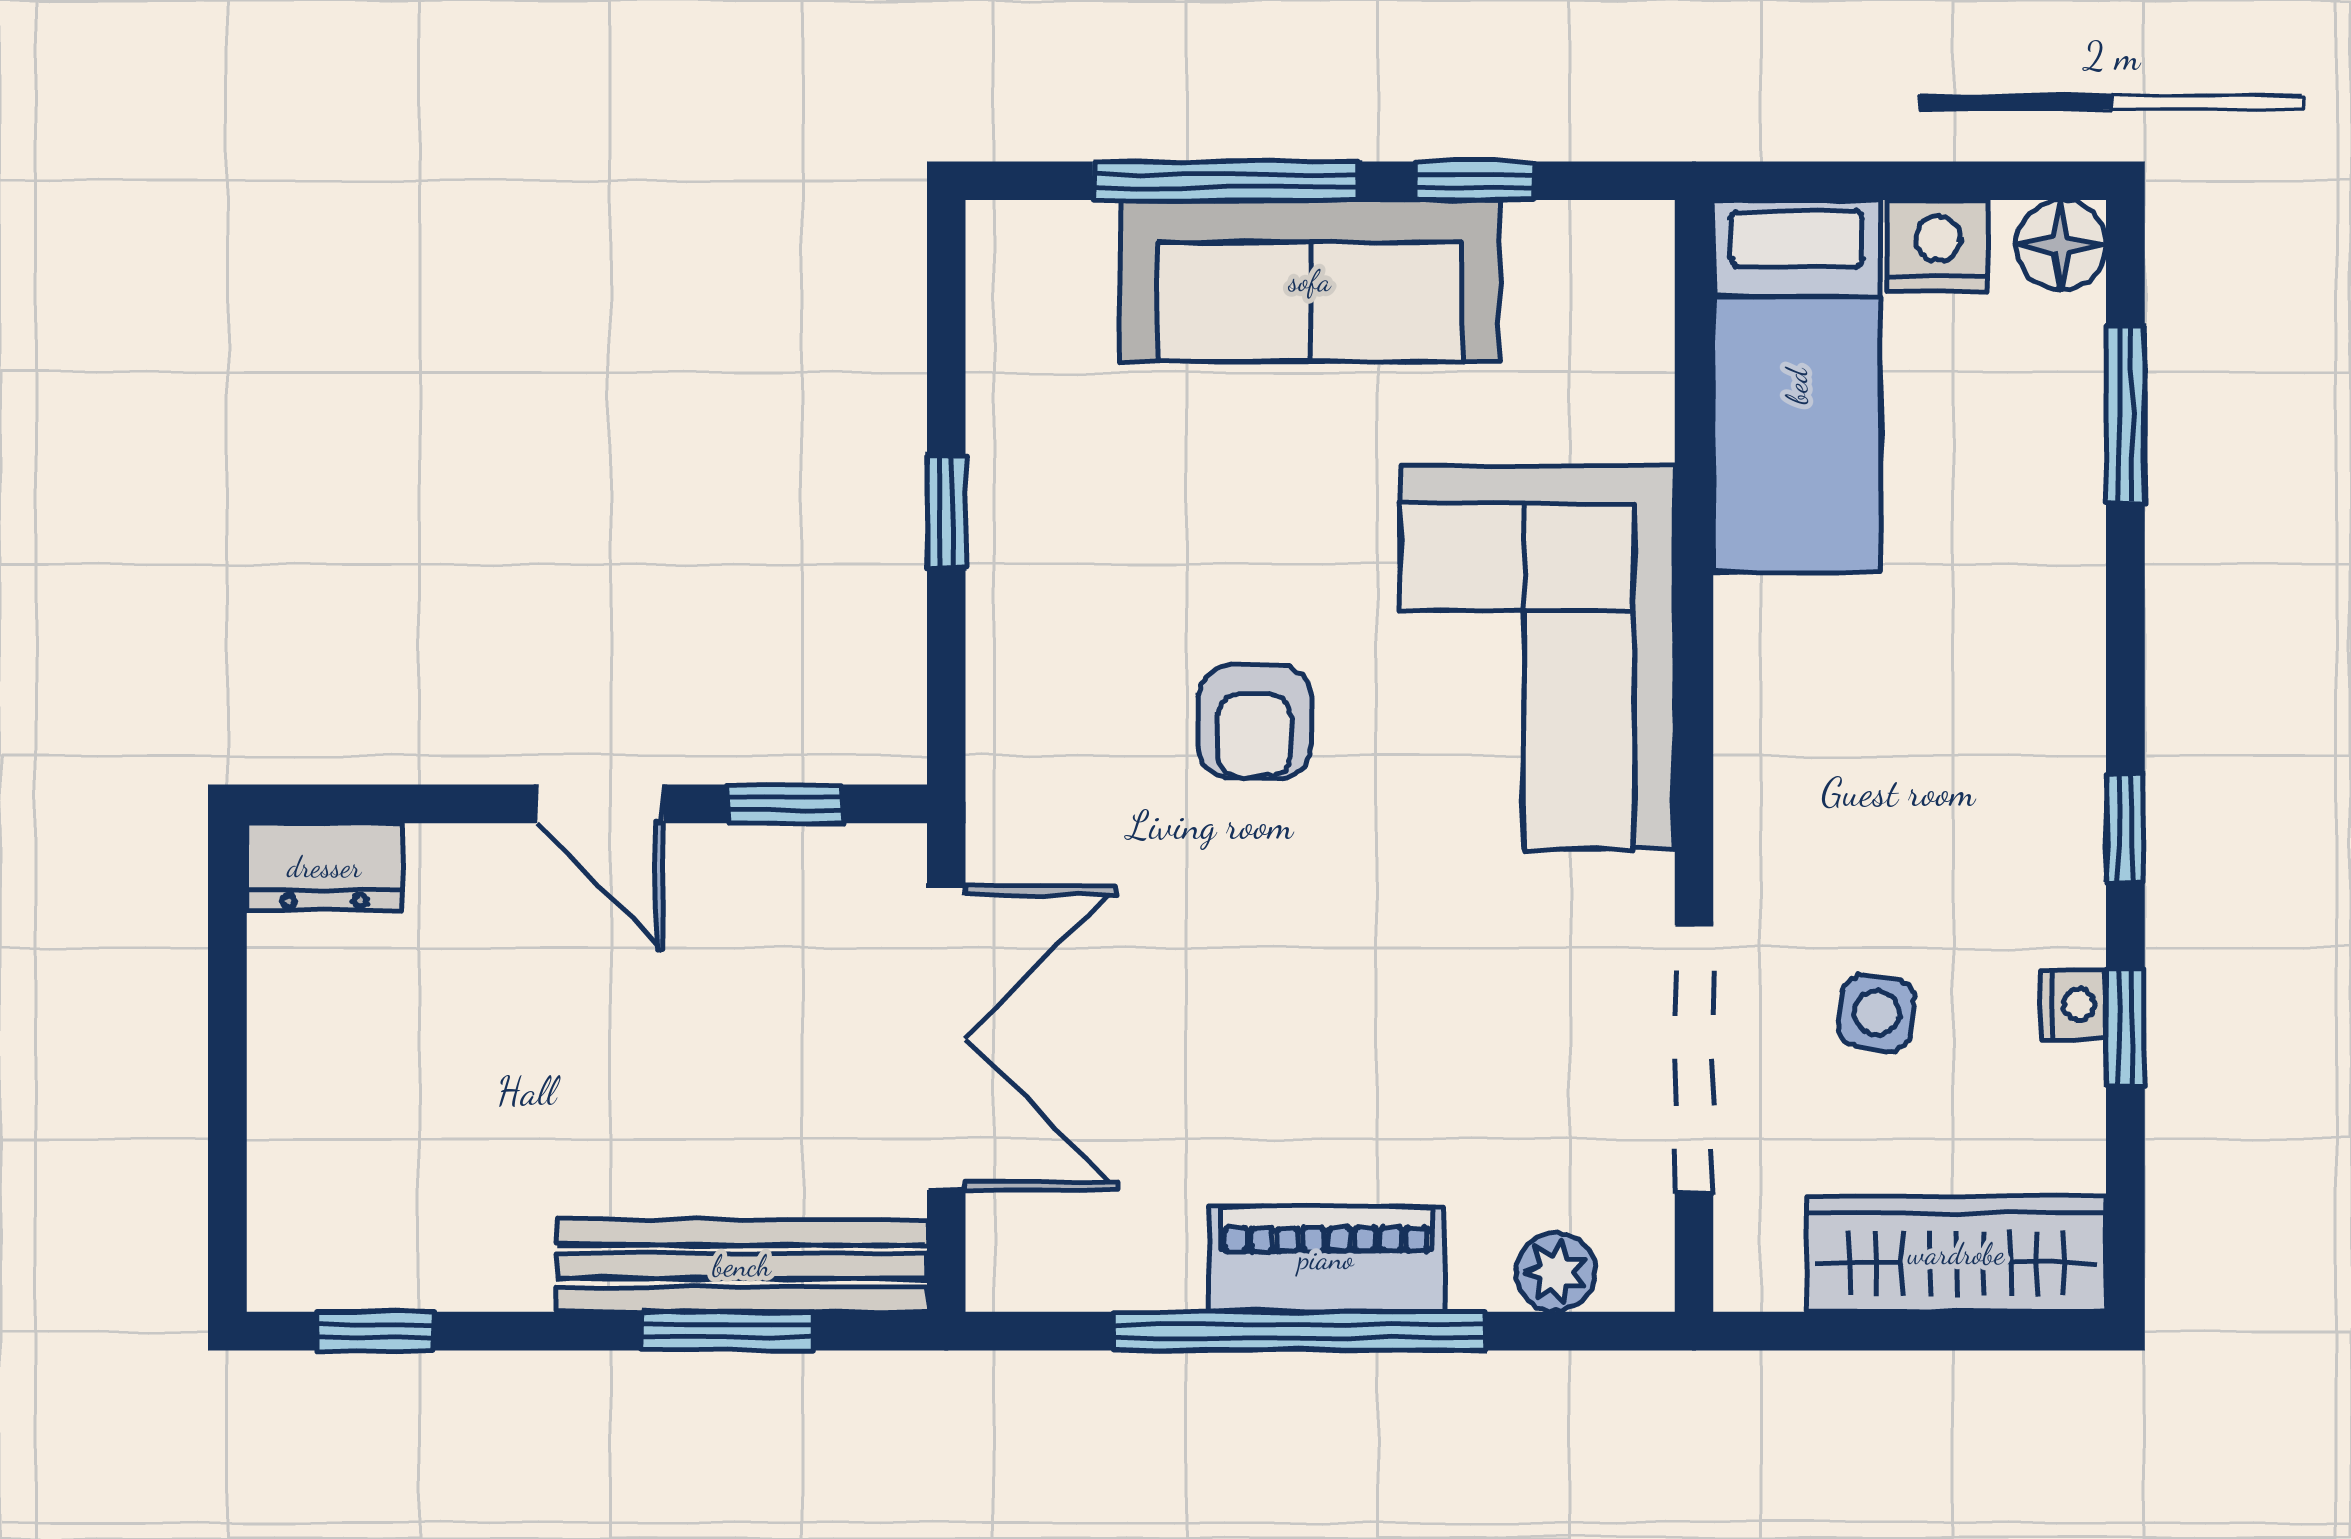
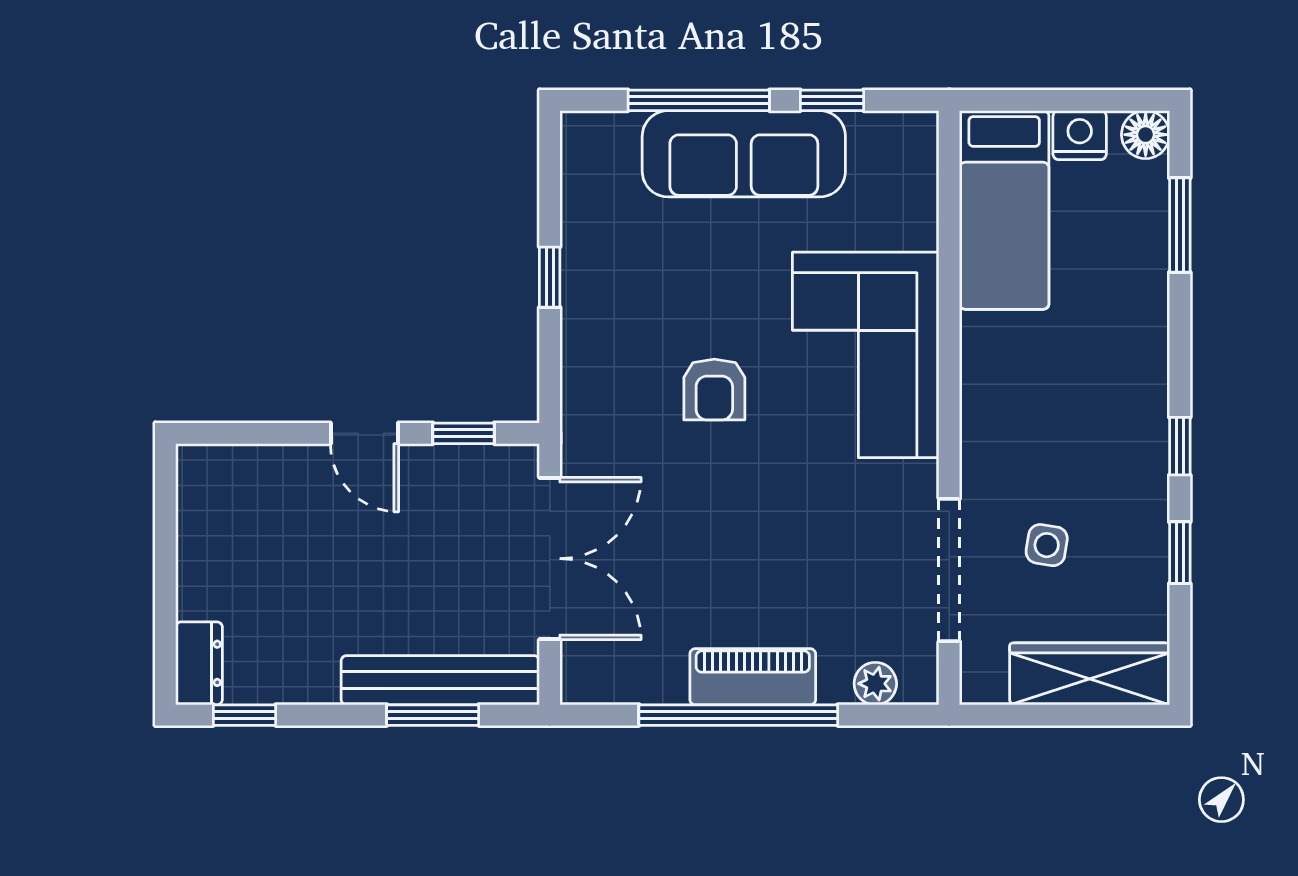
dresser: (324, 867) -> (199, 663), moved, turned -90
nightstand: (2073, 1005) -> (1152, 541), removed

